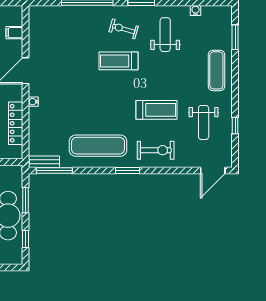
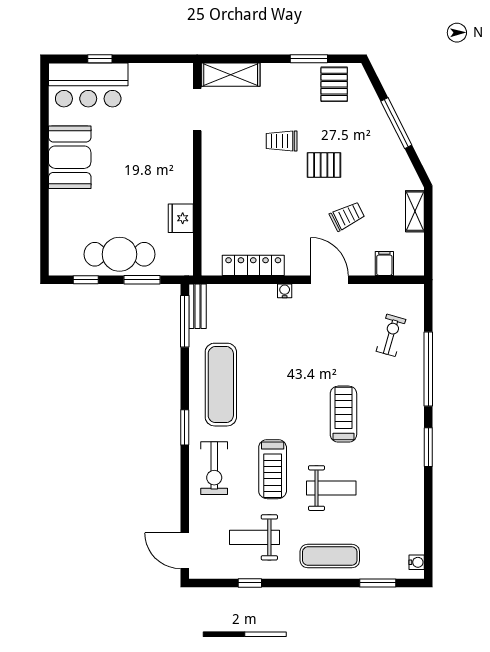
water cooler: (196, 10) -> (417, 562), moved
exercise bike: (124, 29) -> (391, 335), moved
weight bench: (165, 35) -> (331, 488), moved

